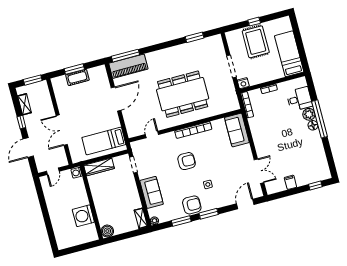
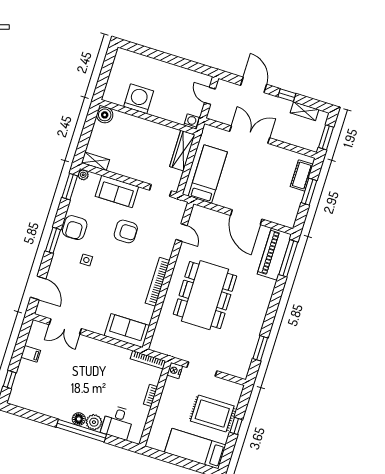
bed: (289, 54) -> (195, 449), moved, turned 180
cot: (77, 77) -> (302, 175), moved
armchair: (187, 161) -> (126, 231), moved, turned -90
window: (181, 221) -> (70, 187), moved

